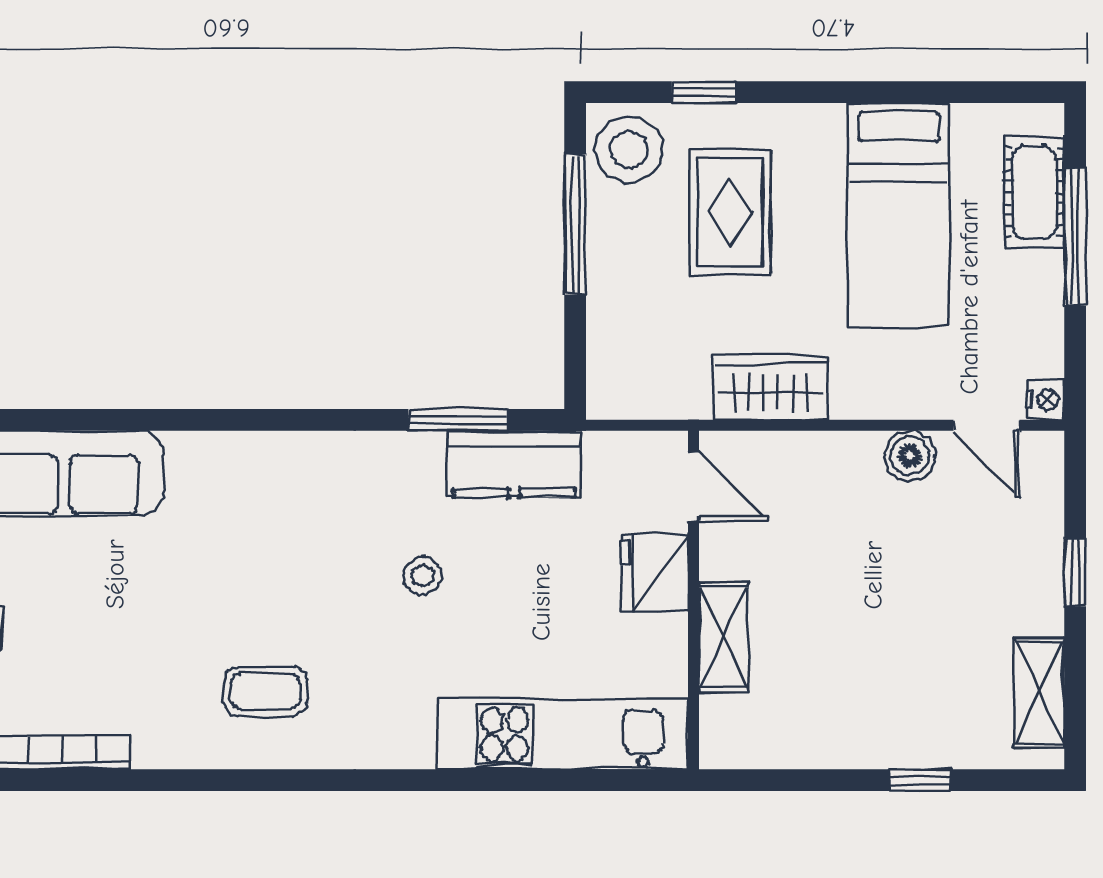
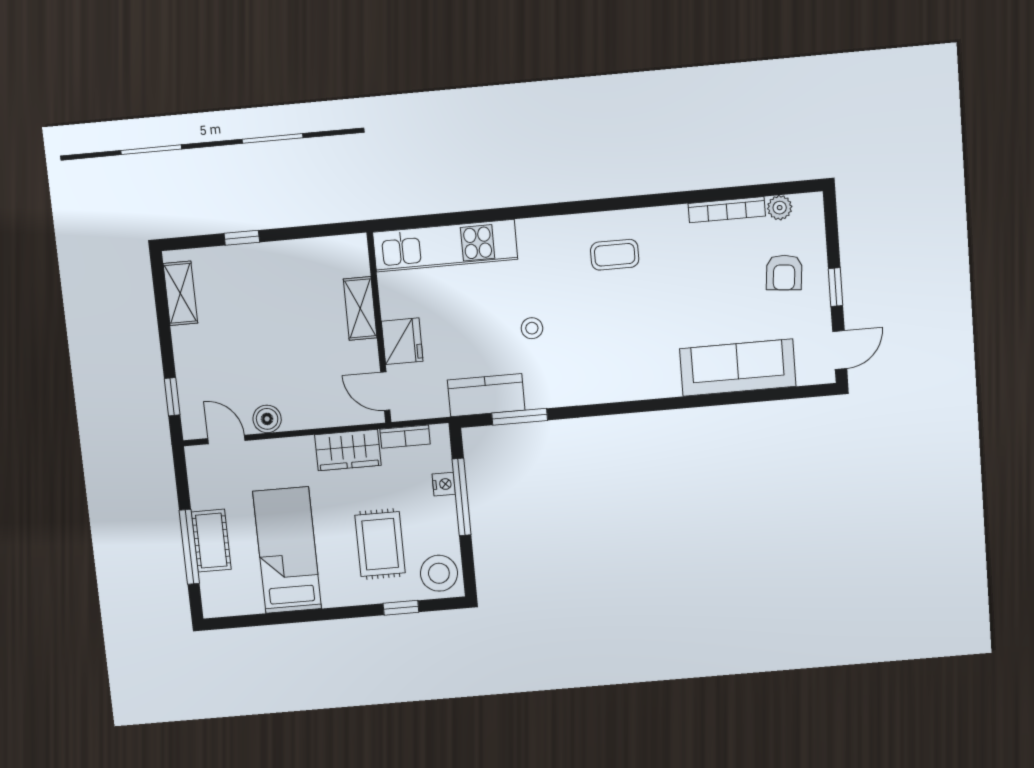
cot: (1034, 192) -> (211, 541), moved
window: (575, 225) -> (462, 497), moved
nightstand: (1045, 400) -> (444, 484), moved, turned 180
bookcase: (666, 403) -> (405, 437), added
window: (1075, 573) -> (172, 397), moved

